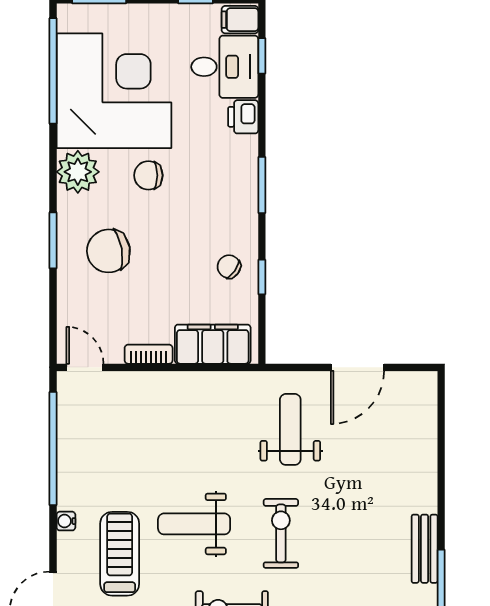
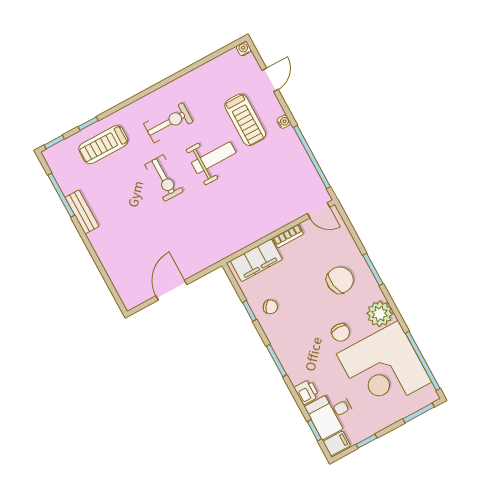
chair: (148, 175) -> (341, 333), turned 90
weight bench: (290, 429) -> (189, 237), removed

